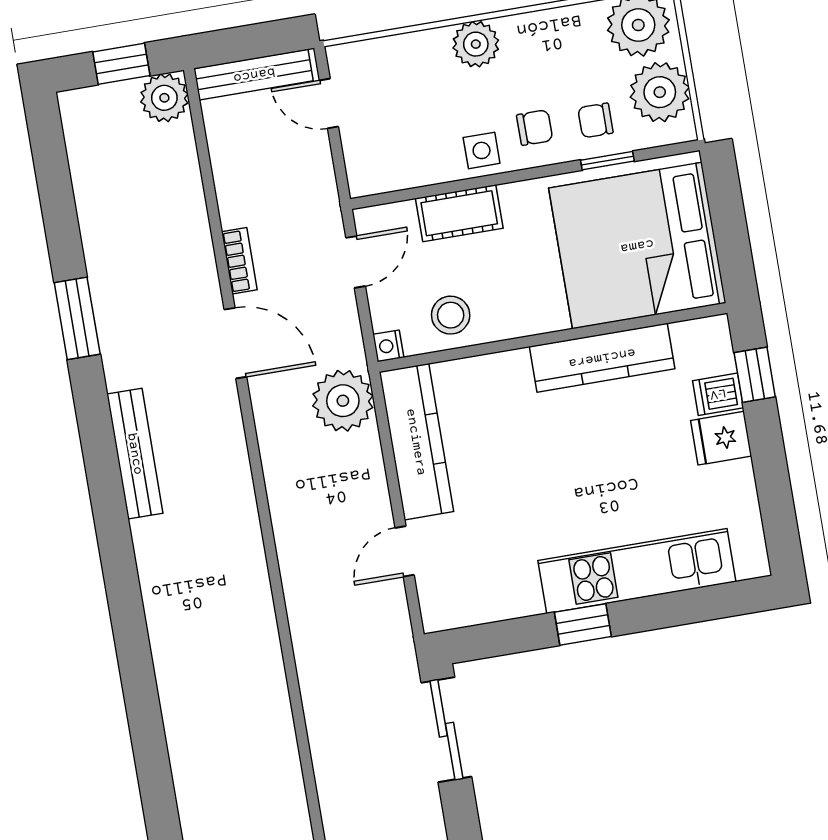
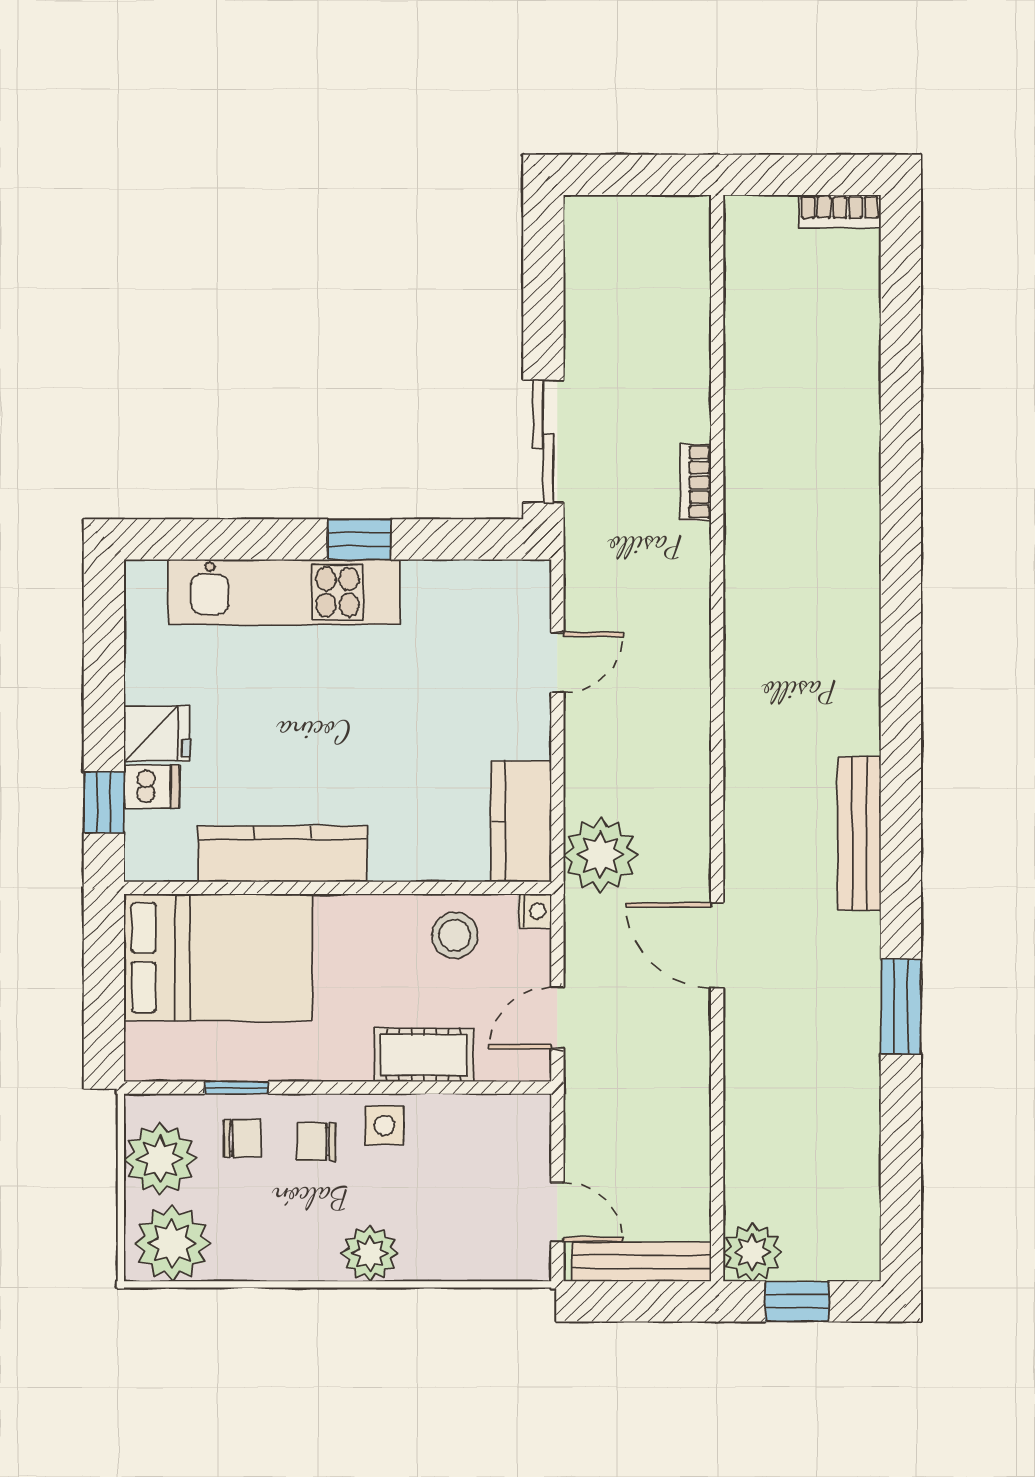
bed: (637, 246) -> (218, 957), width x0.73
bookcase: (239, 261) -> (696, 482), moved
kitchen counter: (416, 442) -> (521, 821), width x0.67

